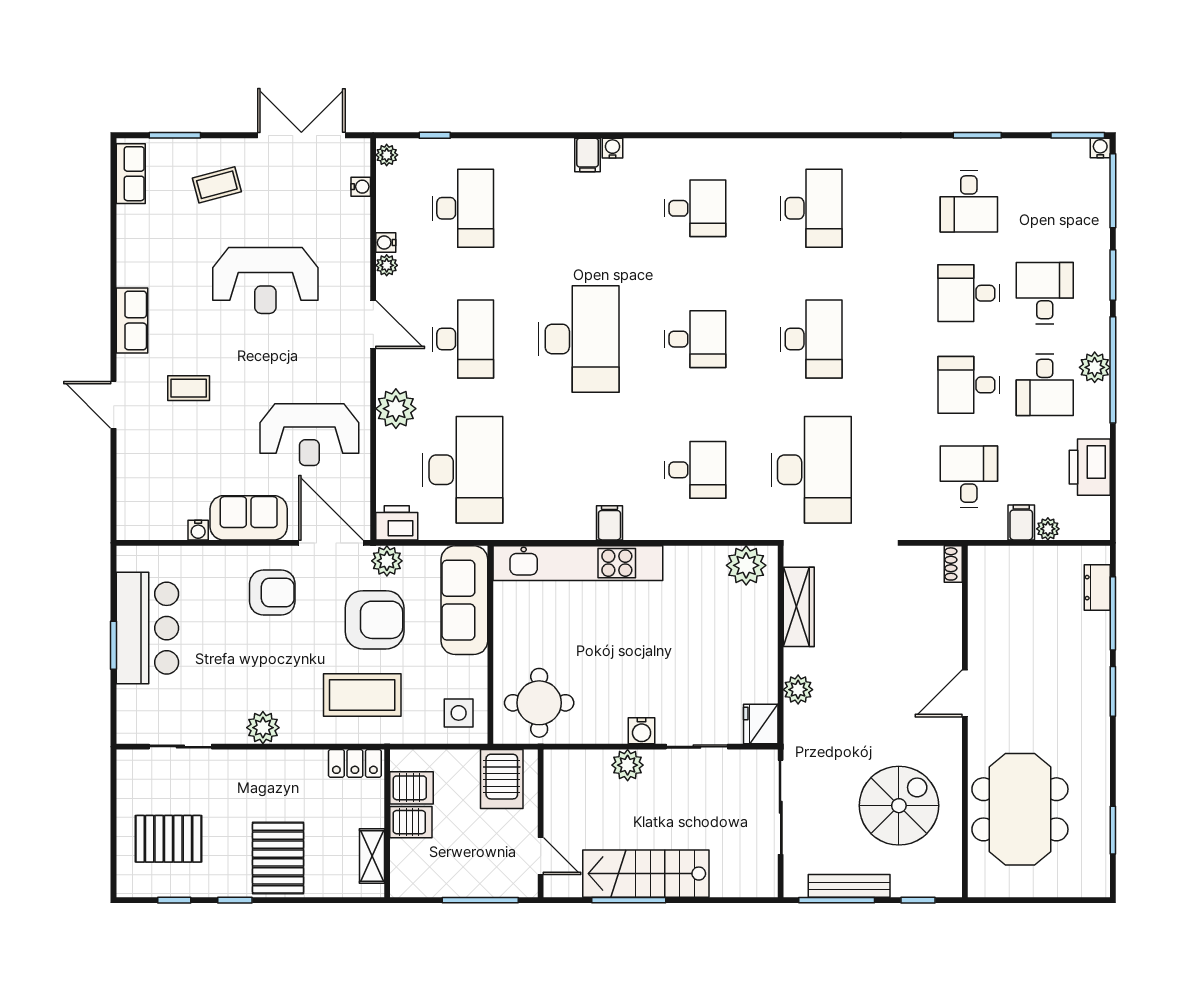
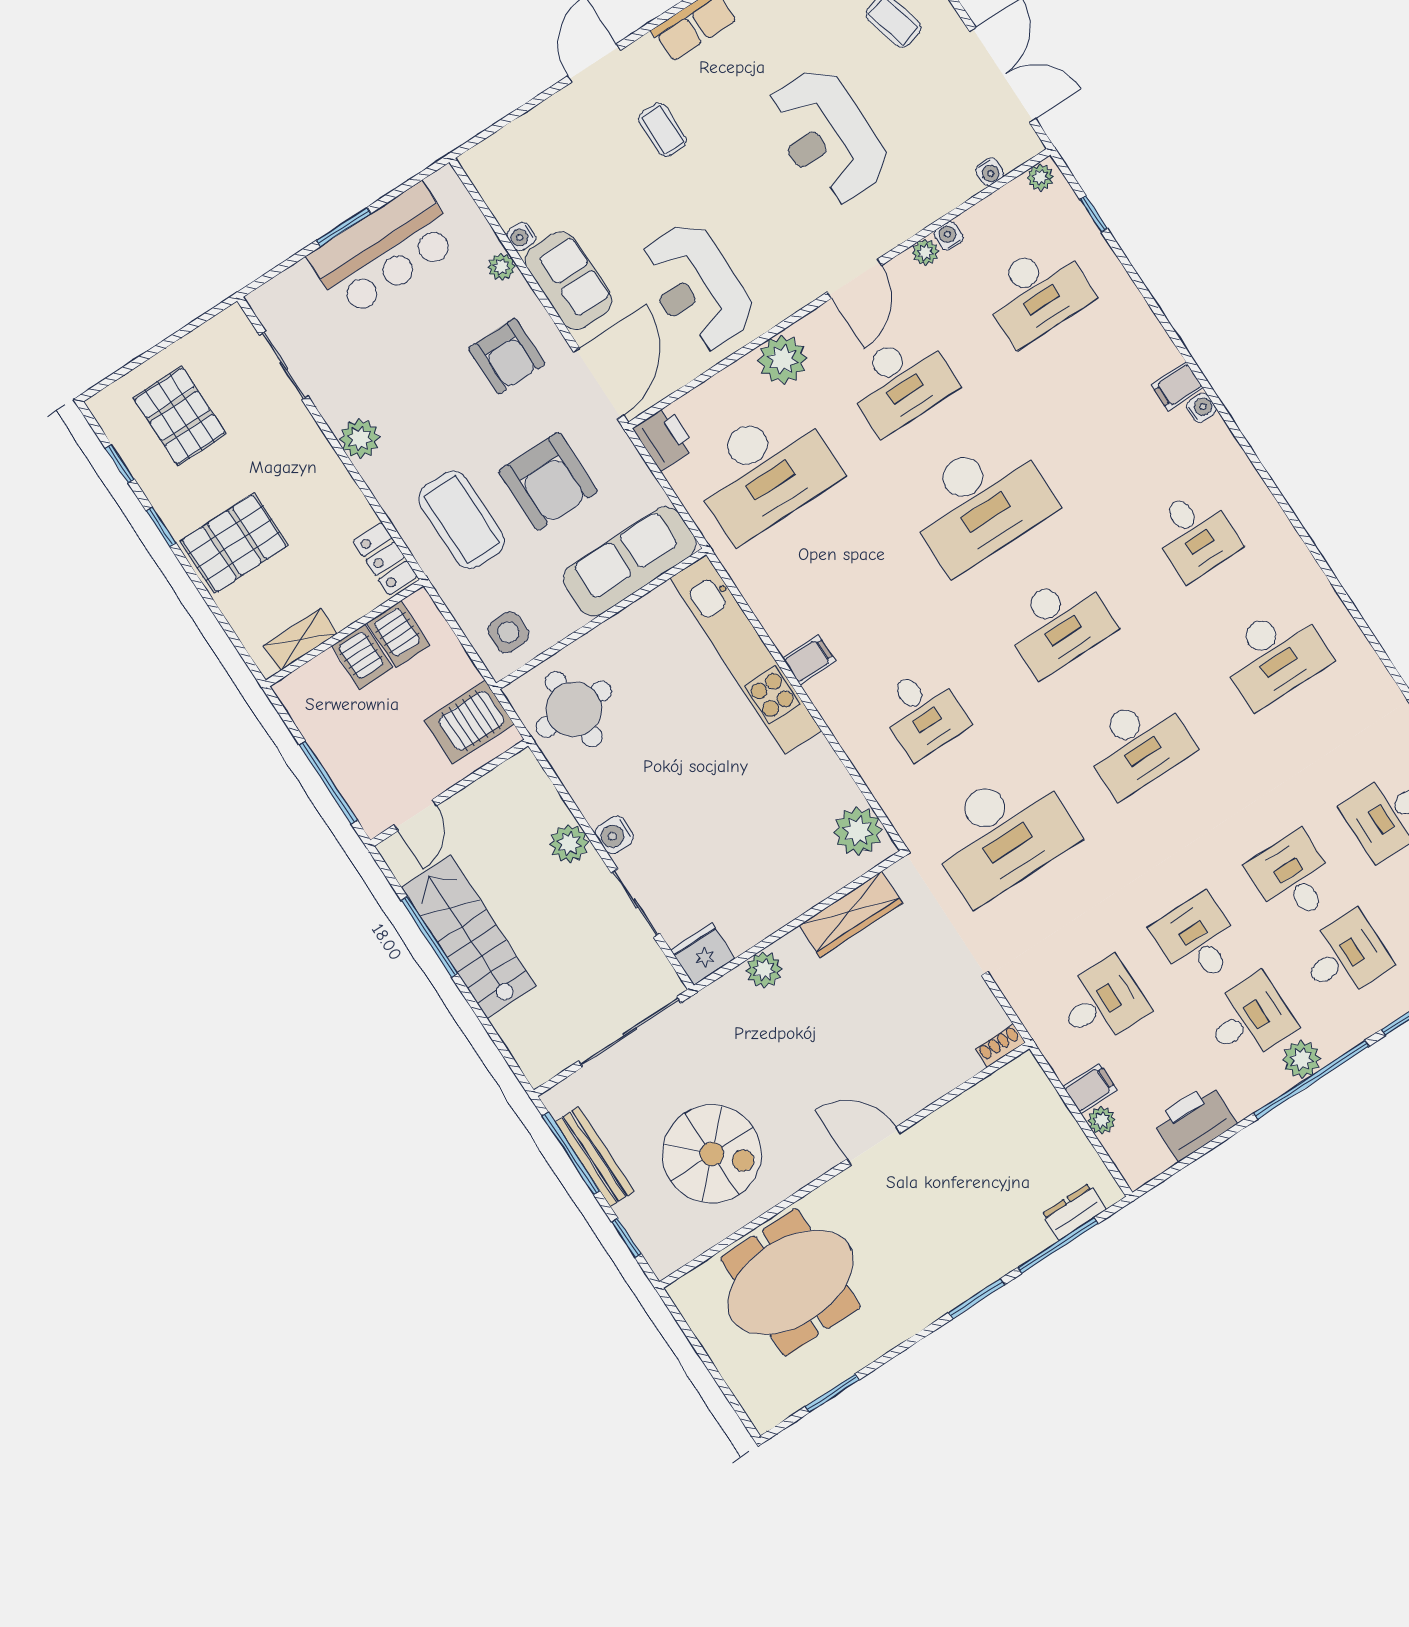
desk: (695, 339) -> (1059, 624), width x1.37
desk: (1045, 385) -> (1249, 1019), turned 180
plant: (387, 561) -> (501, 267), moved, width x0.73, depth x0.73

